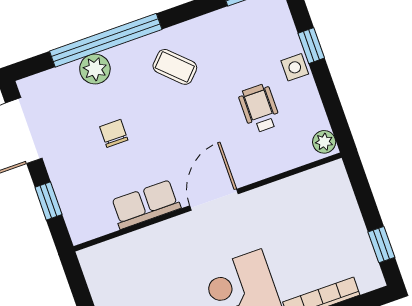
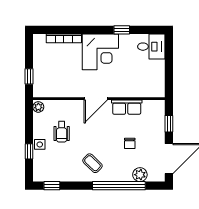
plant: (95, 69) -> (140, 175), moved
window: (381, 245) -> (29, 76), moved

